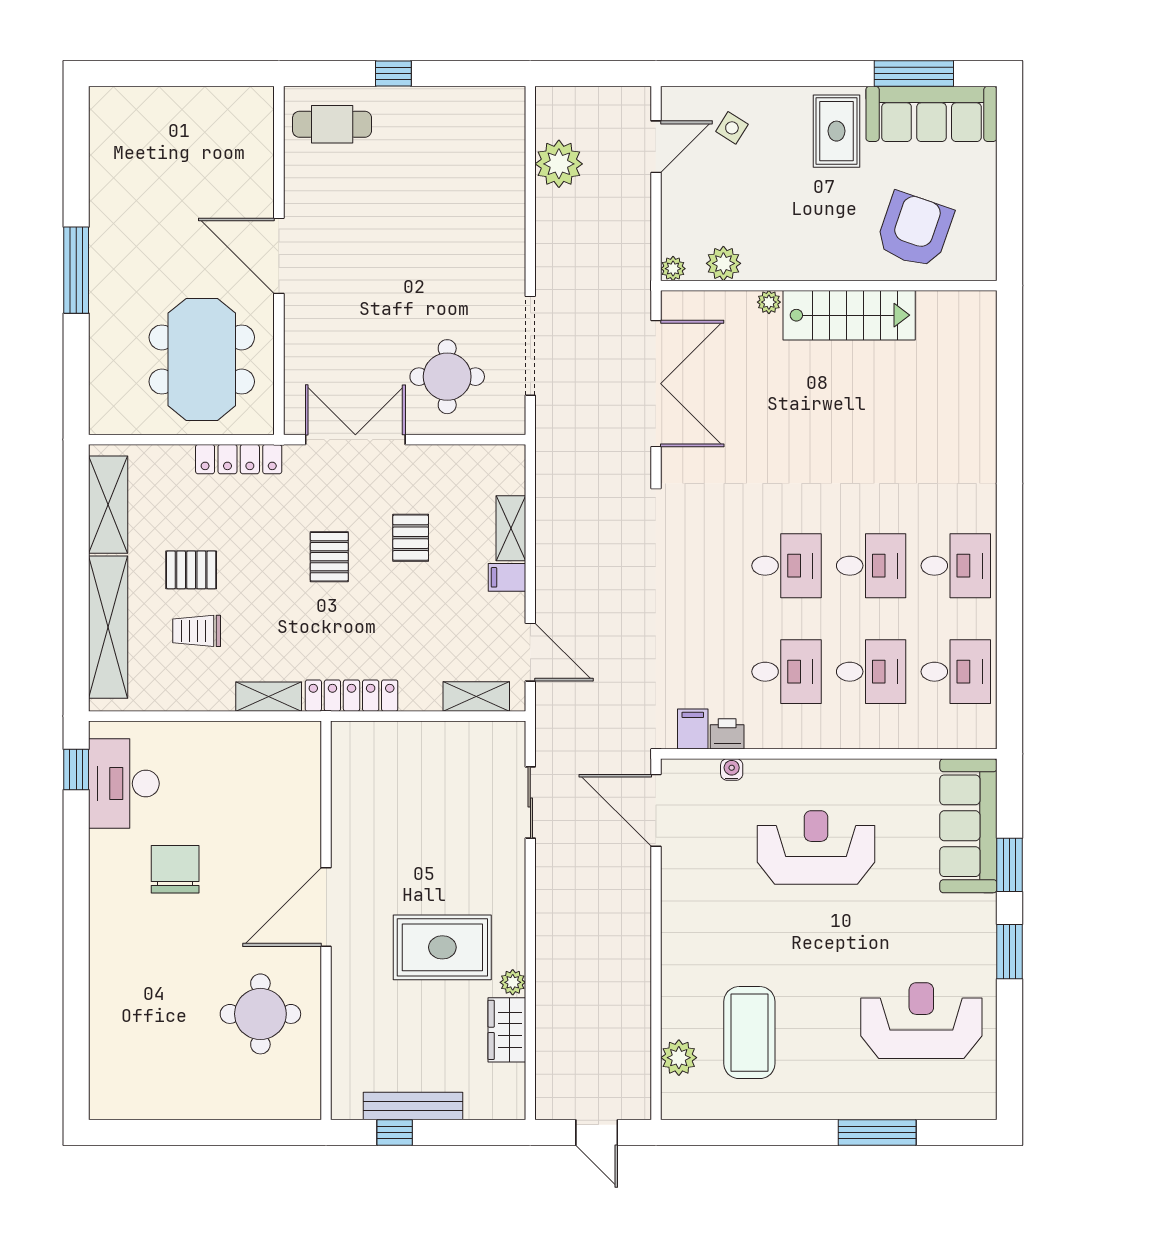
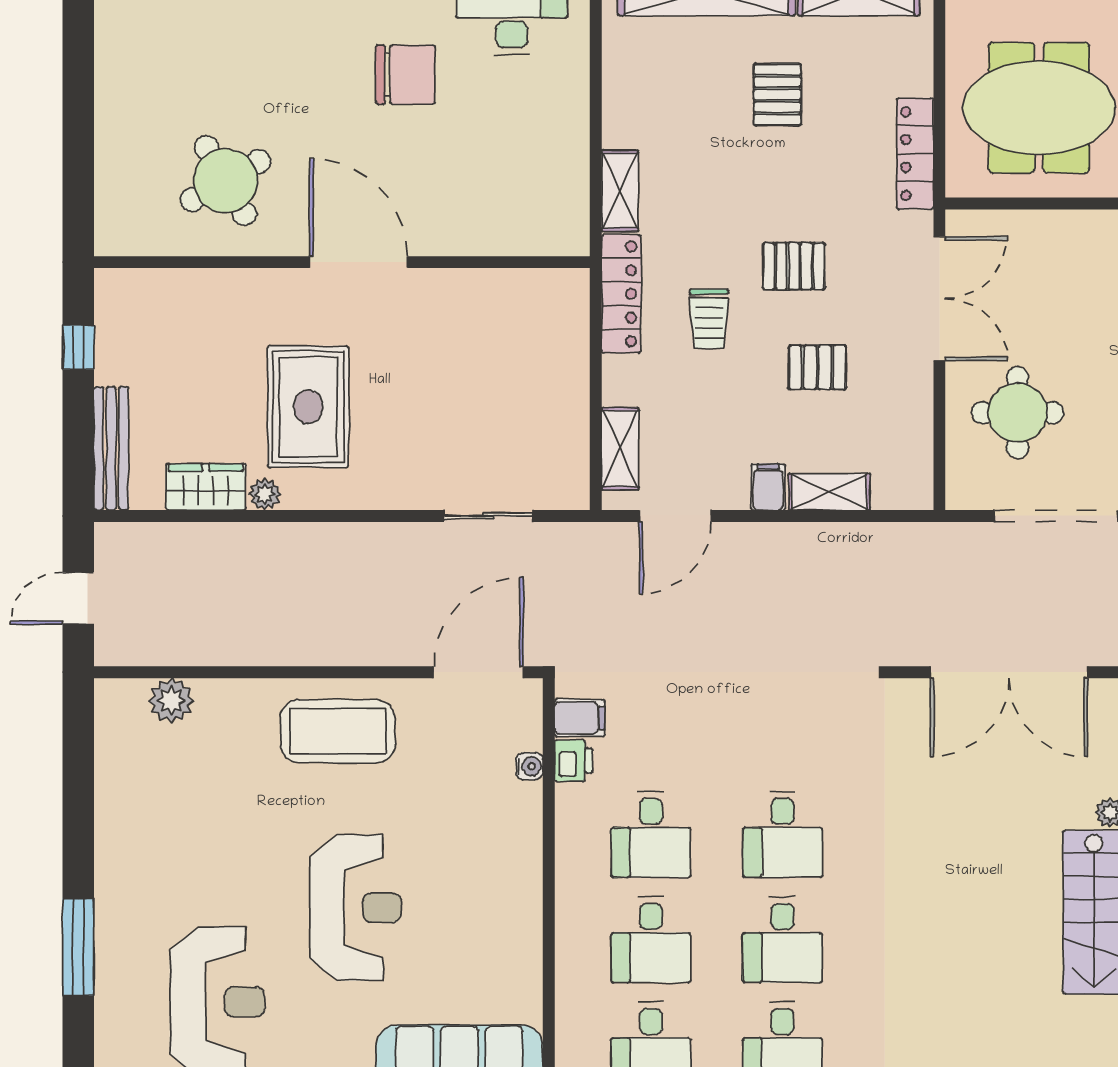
trolley: (197, 631) -> (709, 319), moved, turned 180
reception desk: (816, 847) -> (355, 908), moved
round table: (260, 1014) -> (226, 181), turned -30
coffee table: (749, 1033) -> (338, 731), moved
bench: (413, 1106) -> (111, 448), moved

